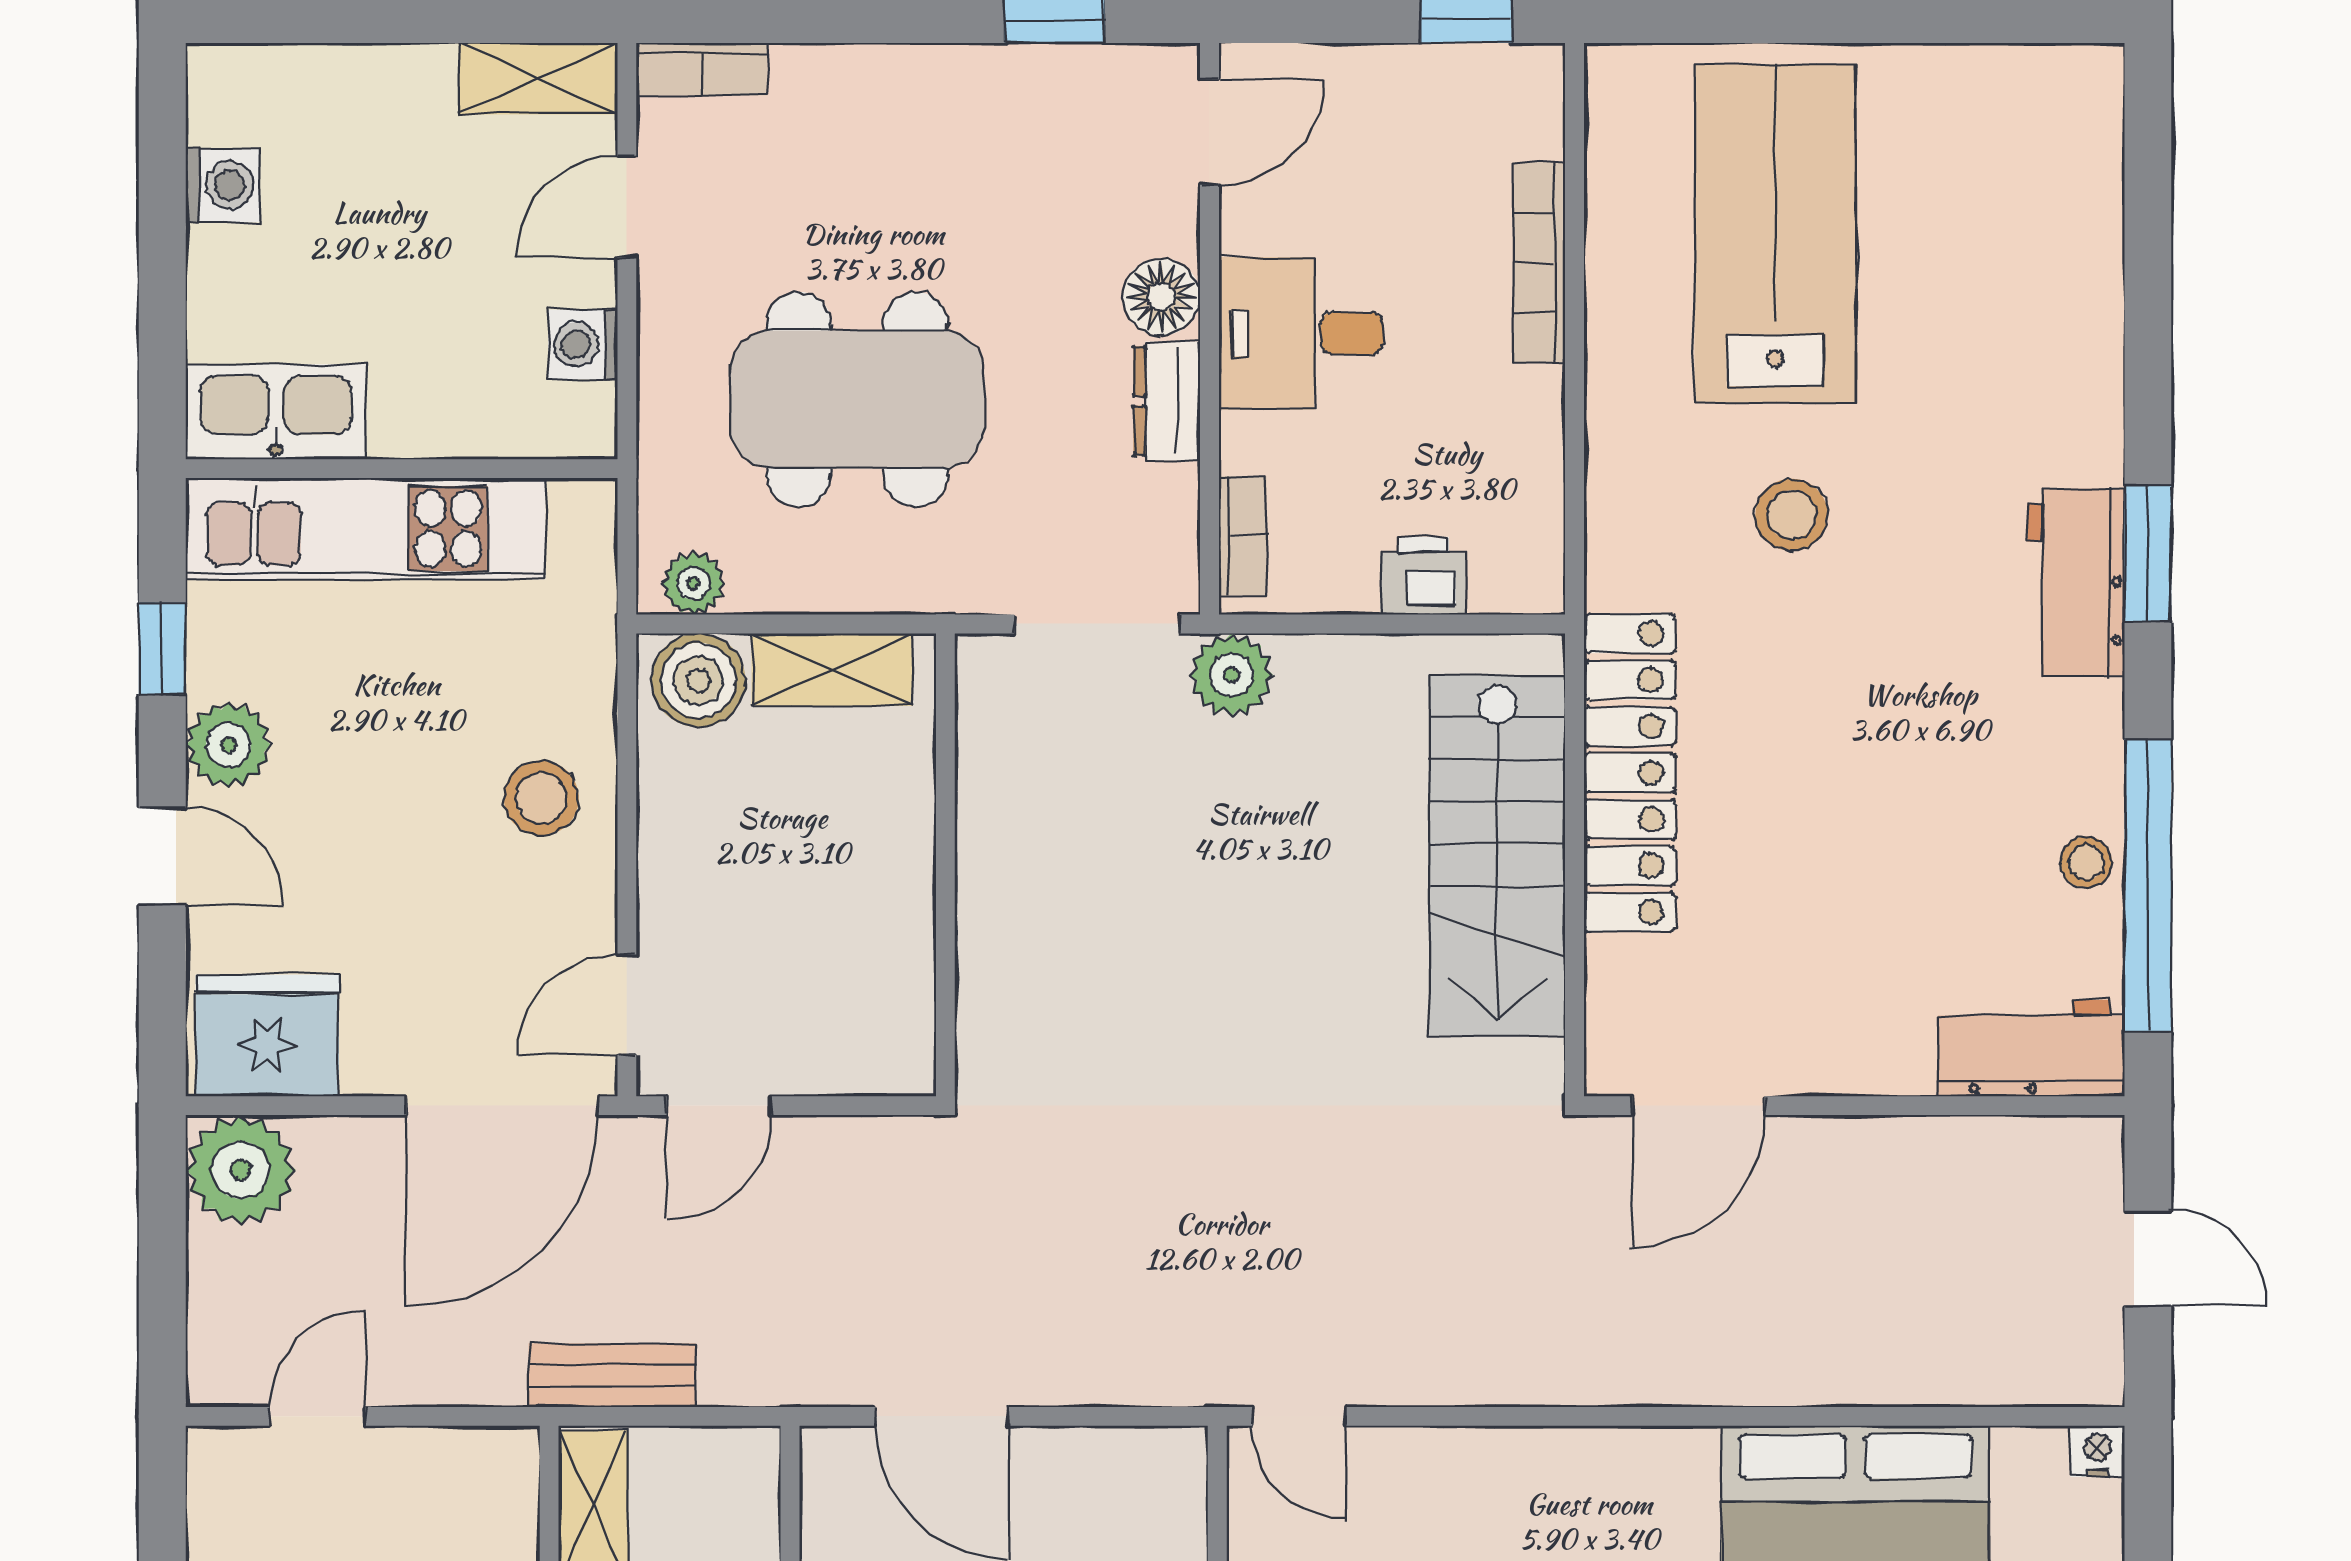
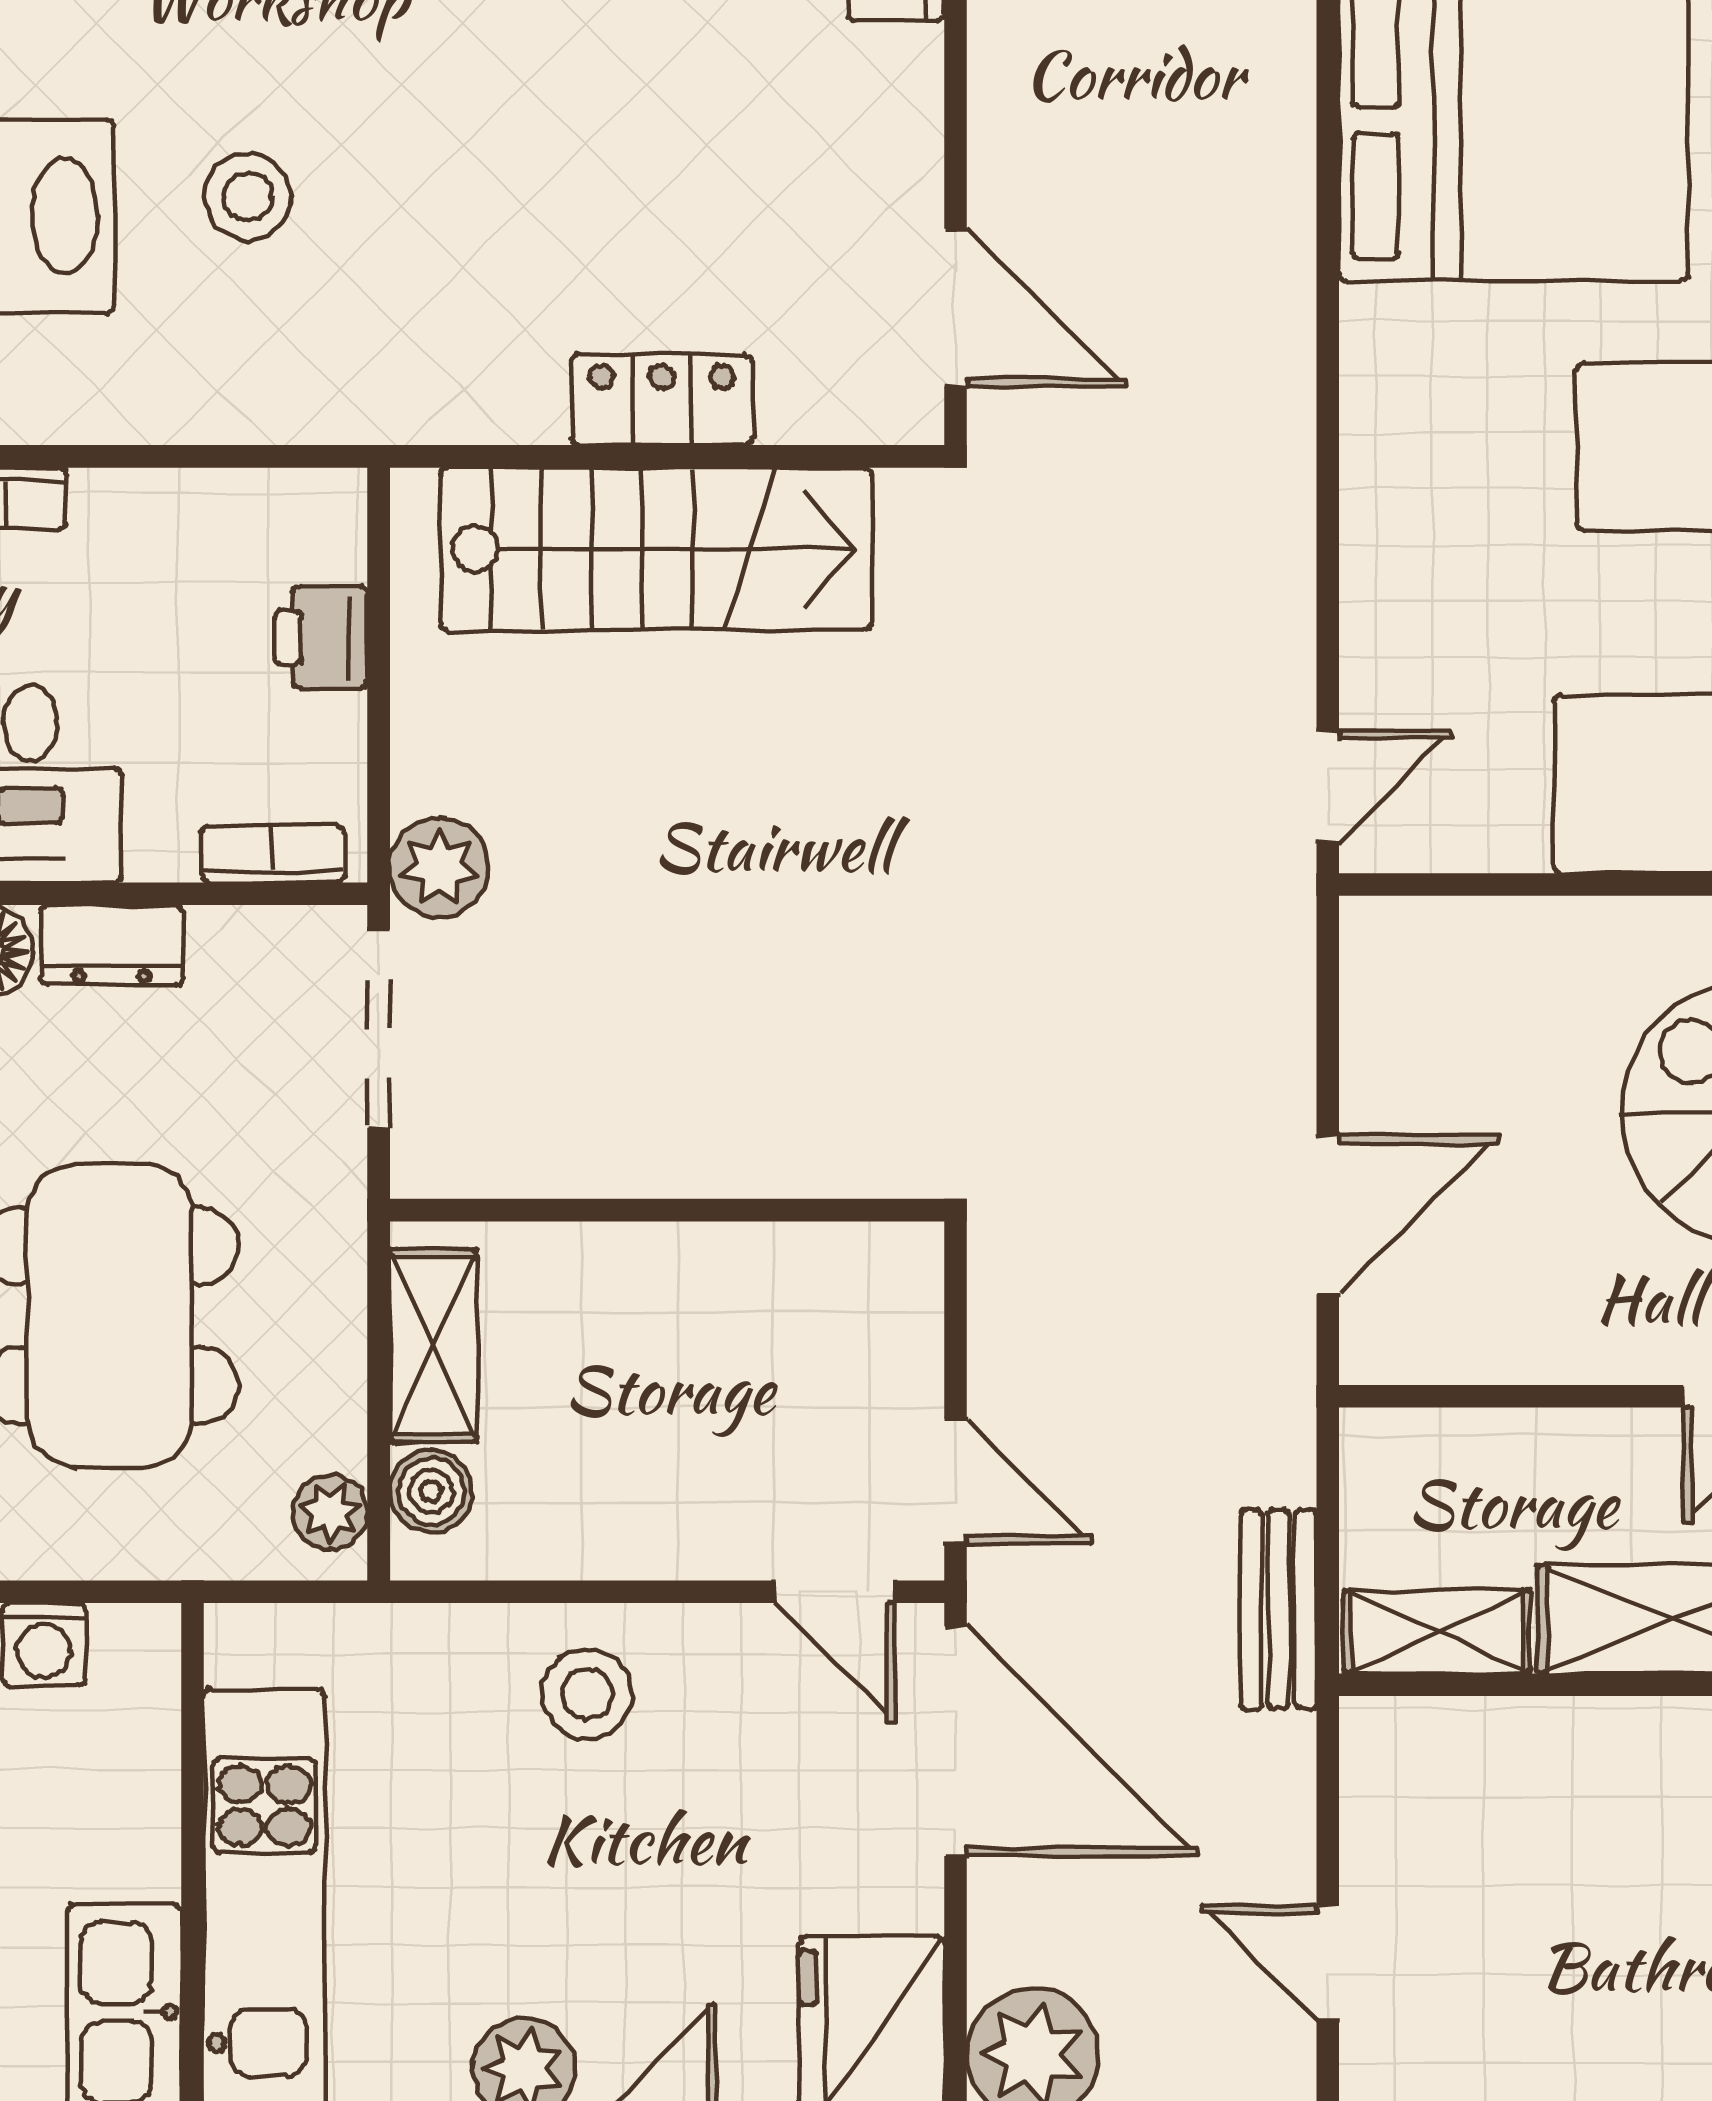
boiler: (698, 680) -> (431, 1491), width x0.73, depth x0.73
locker: (1630, 773) -> (662, 400), width x0.46, depth x0.83

